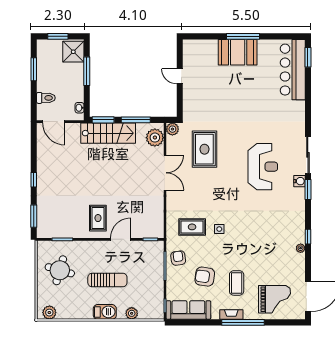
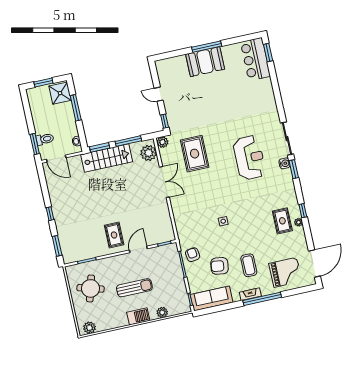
window: (34, 69) -> (35, 144), moved
bar counter: (293, 70) -> (255, 59), width x0.73
window: (180, 107) -> (165, 121), added
rug: (192, 227) -> (282, 221), moved, turned 90

